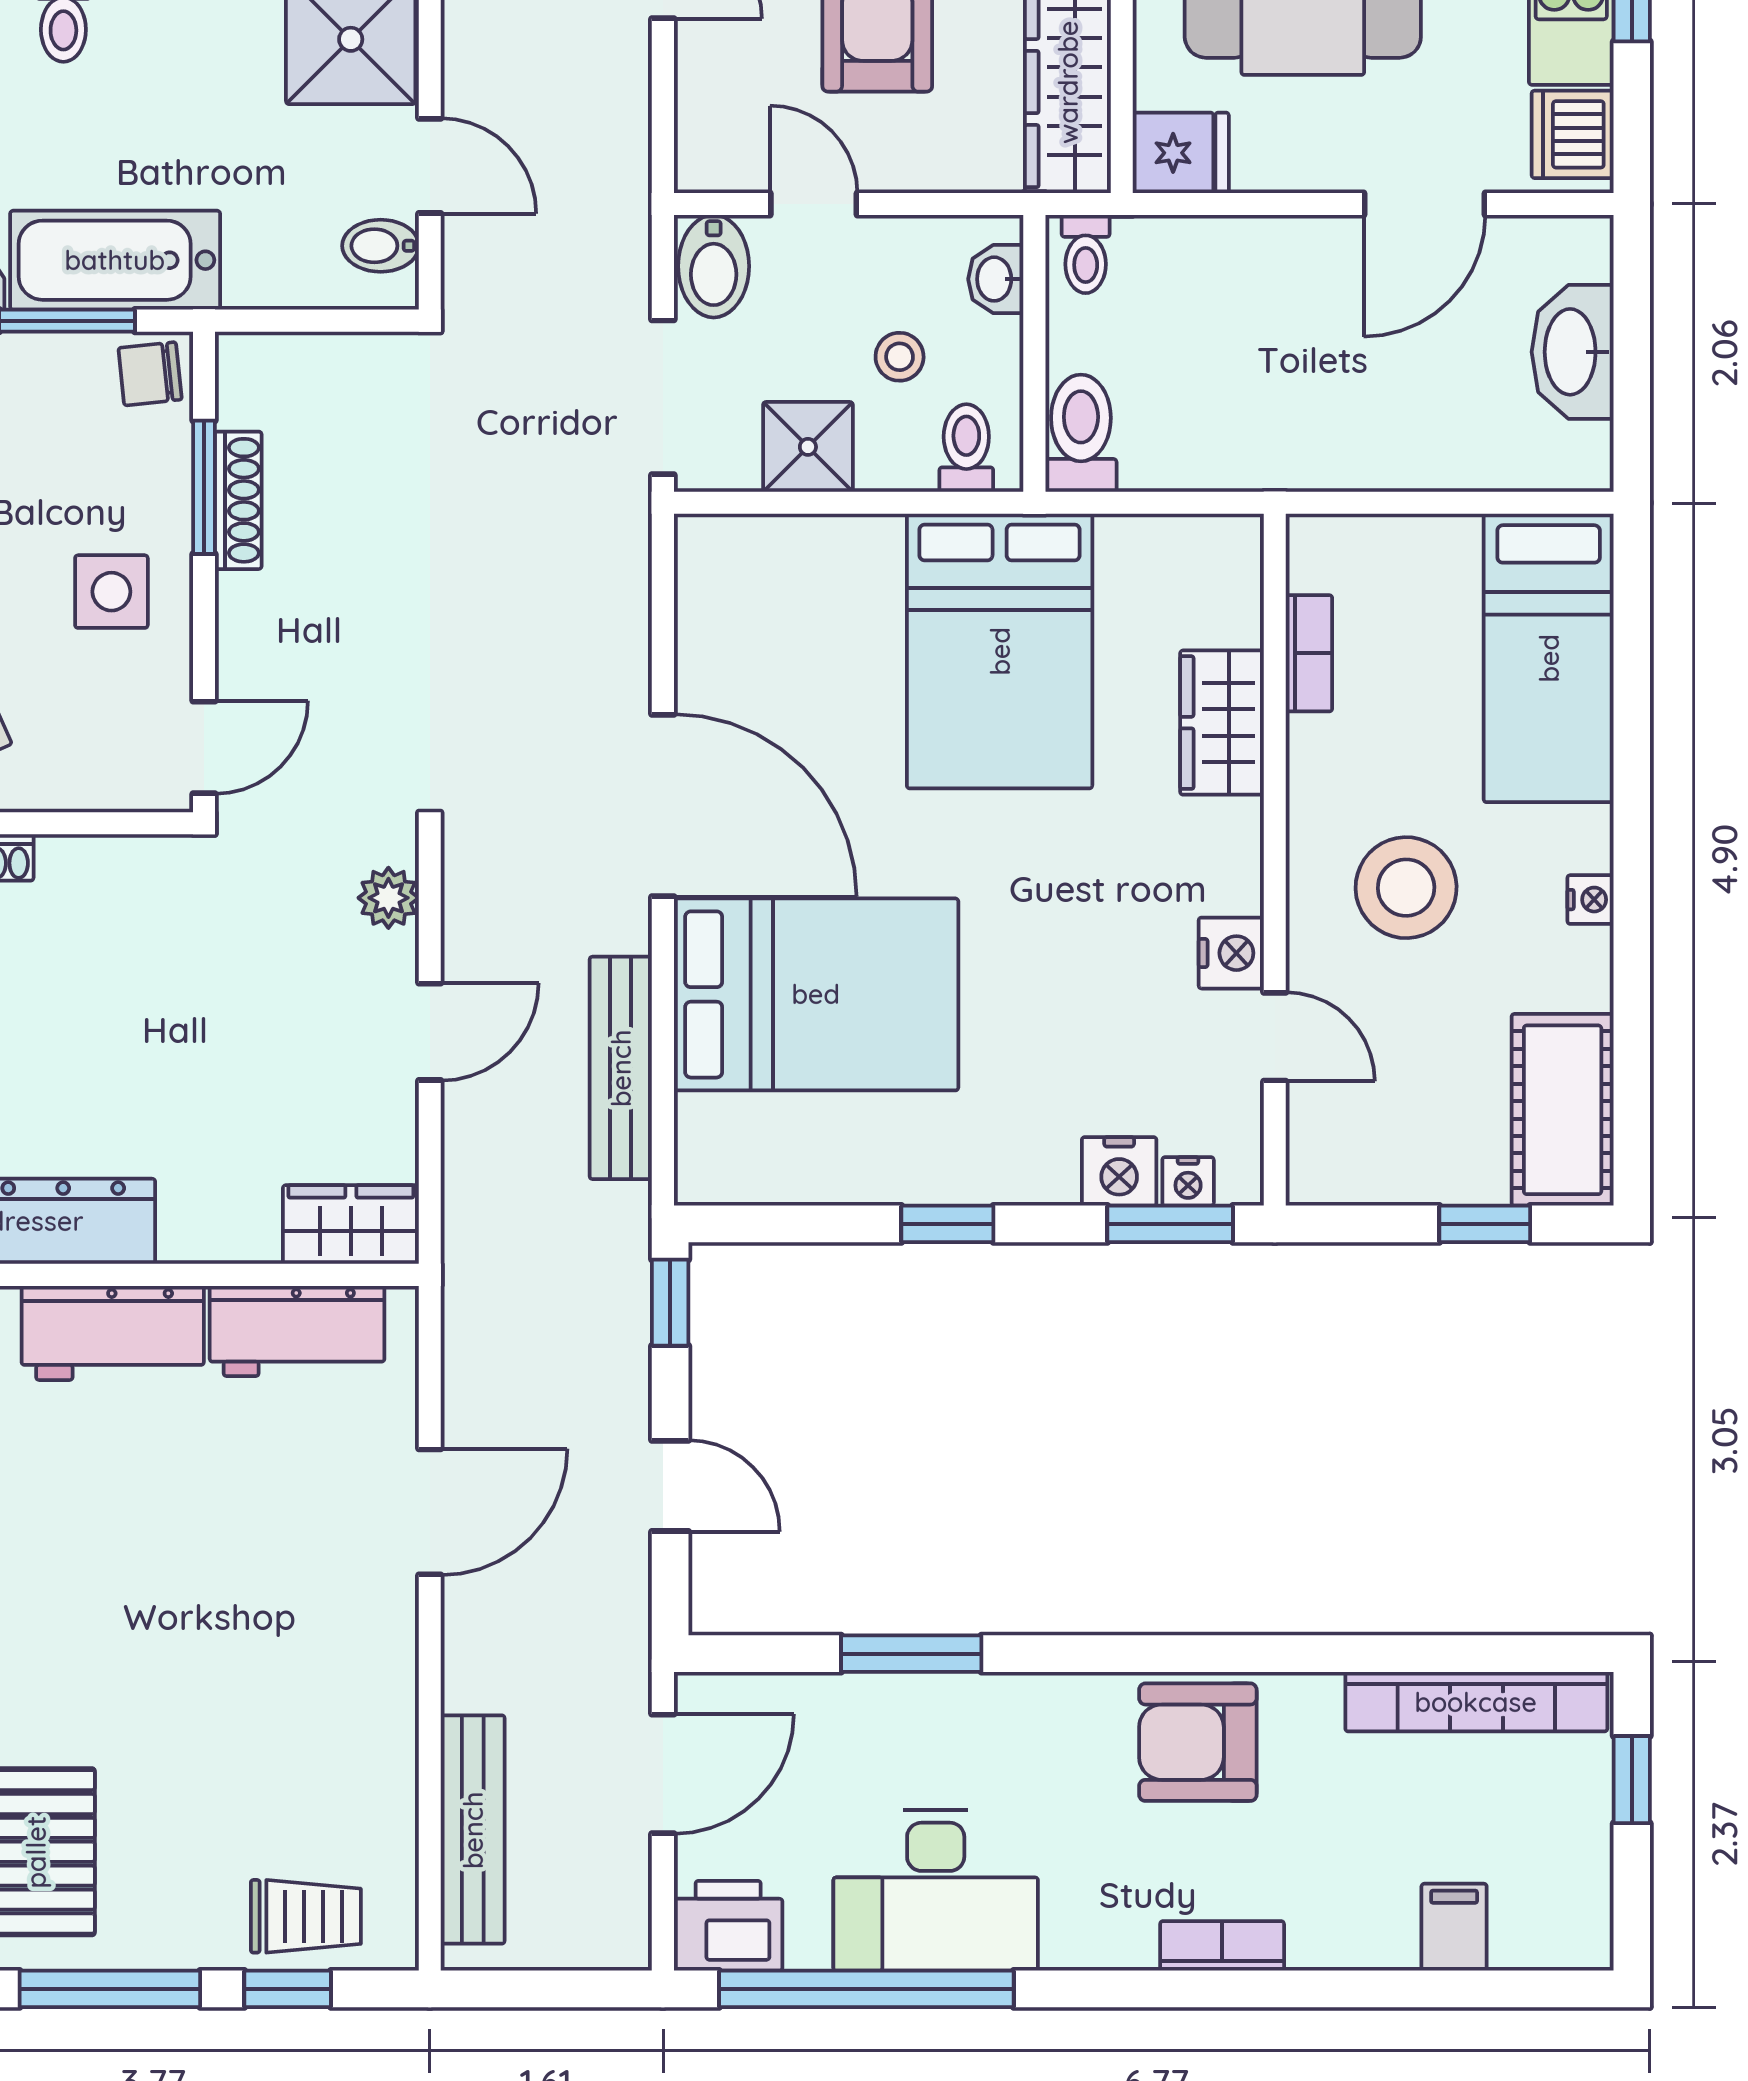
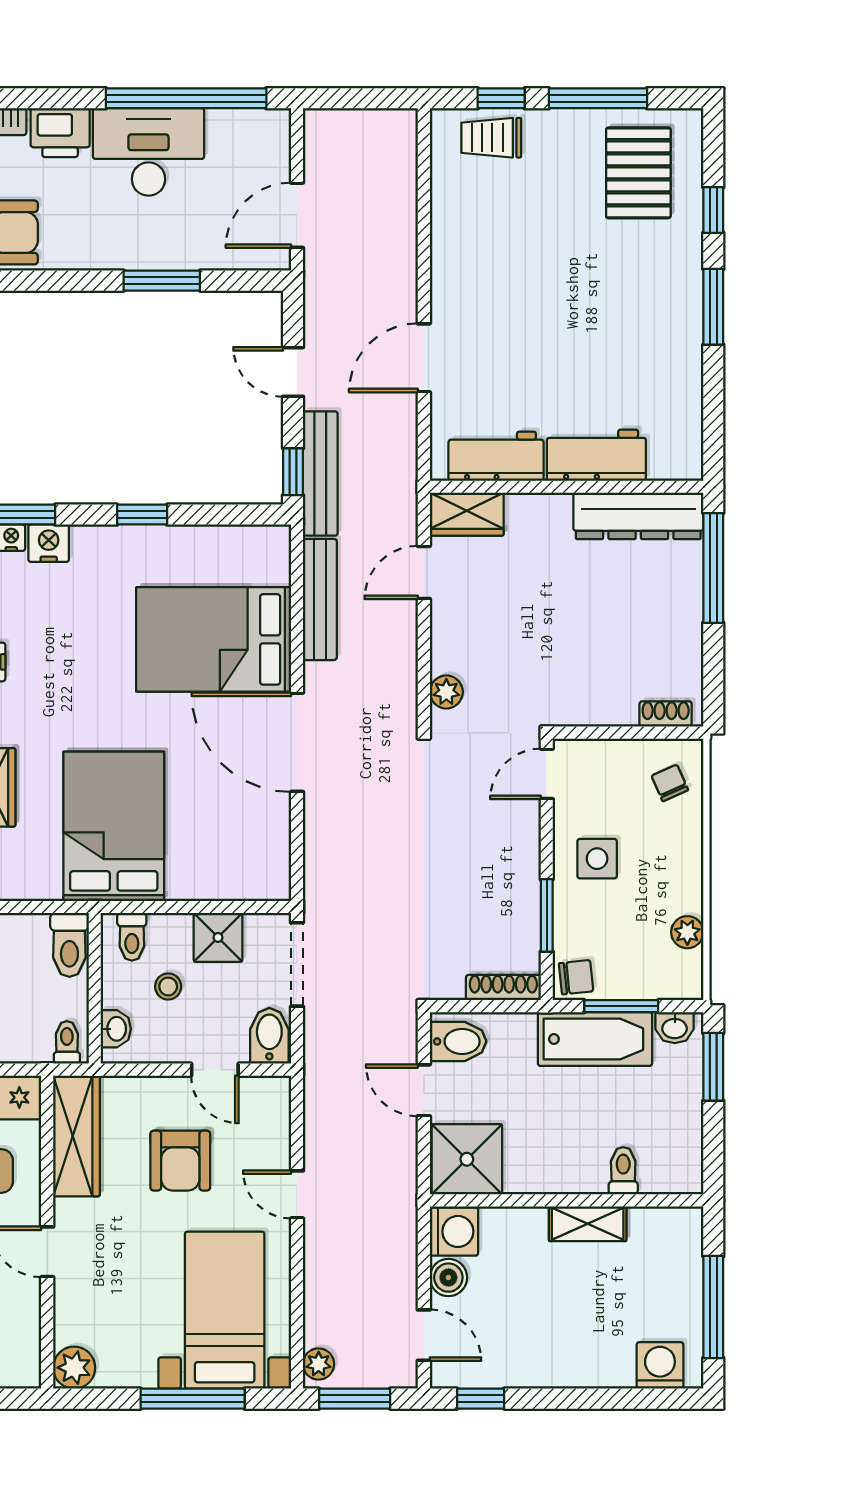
bidet: (381, 246) -> (458, 1041), width x1.38, depth x1.36
shoe rack: (238, 500) -> (503, 987), moved, turned 90
door: (430, 1032) -> (424, 572), moved
bench: (473, 1830) -> (320, 474), moved
printer: (728, 1926) -> (60, 133), moved

